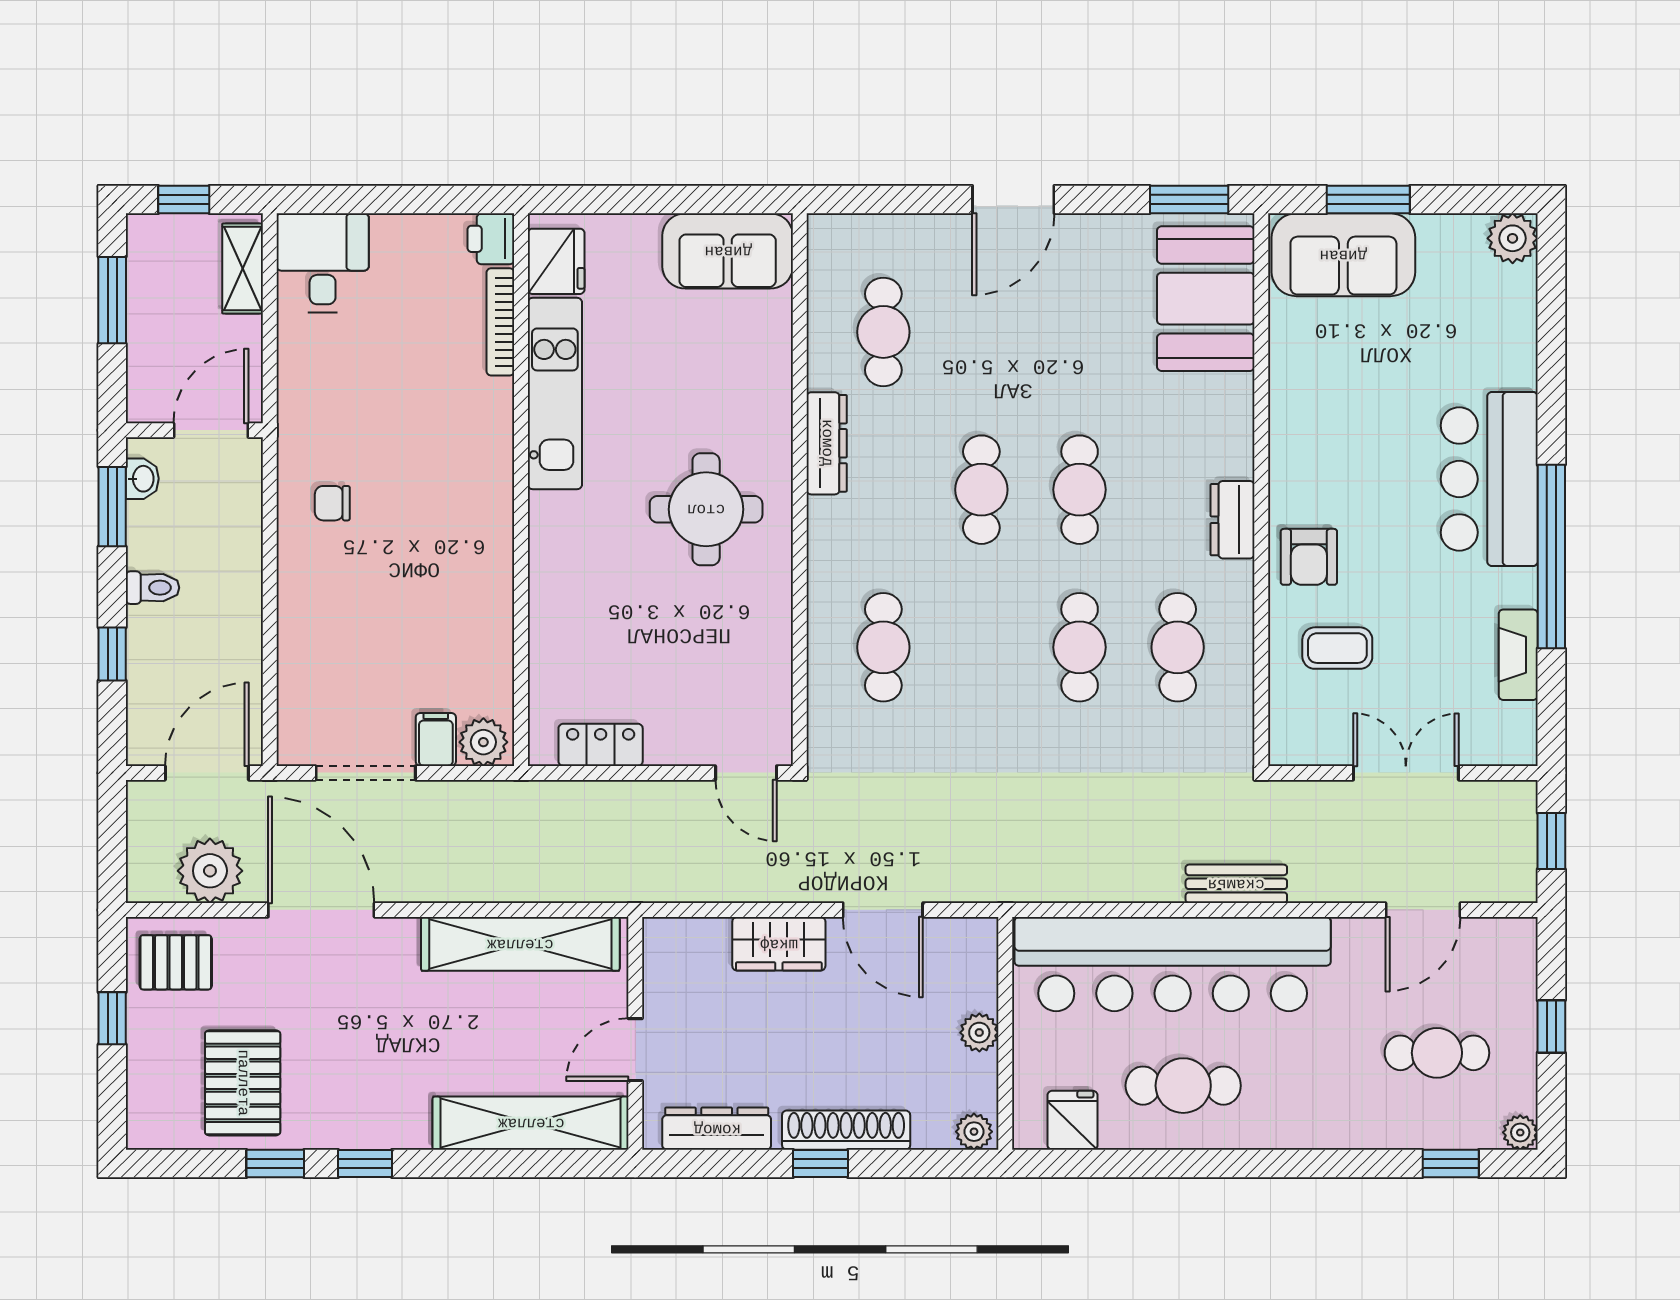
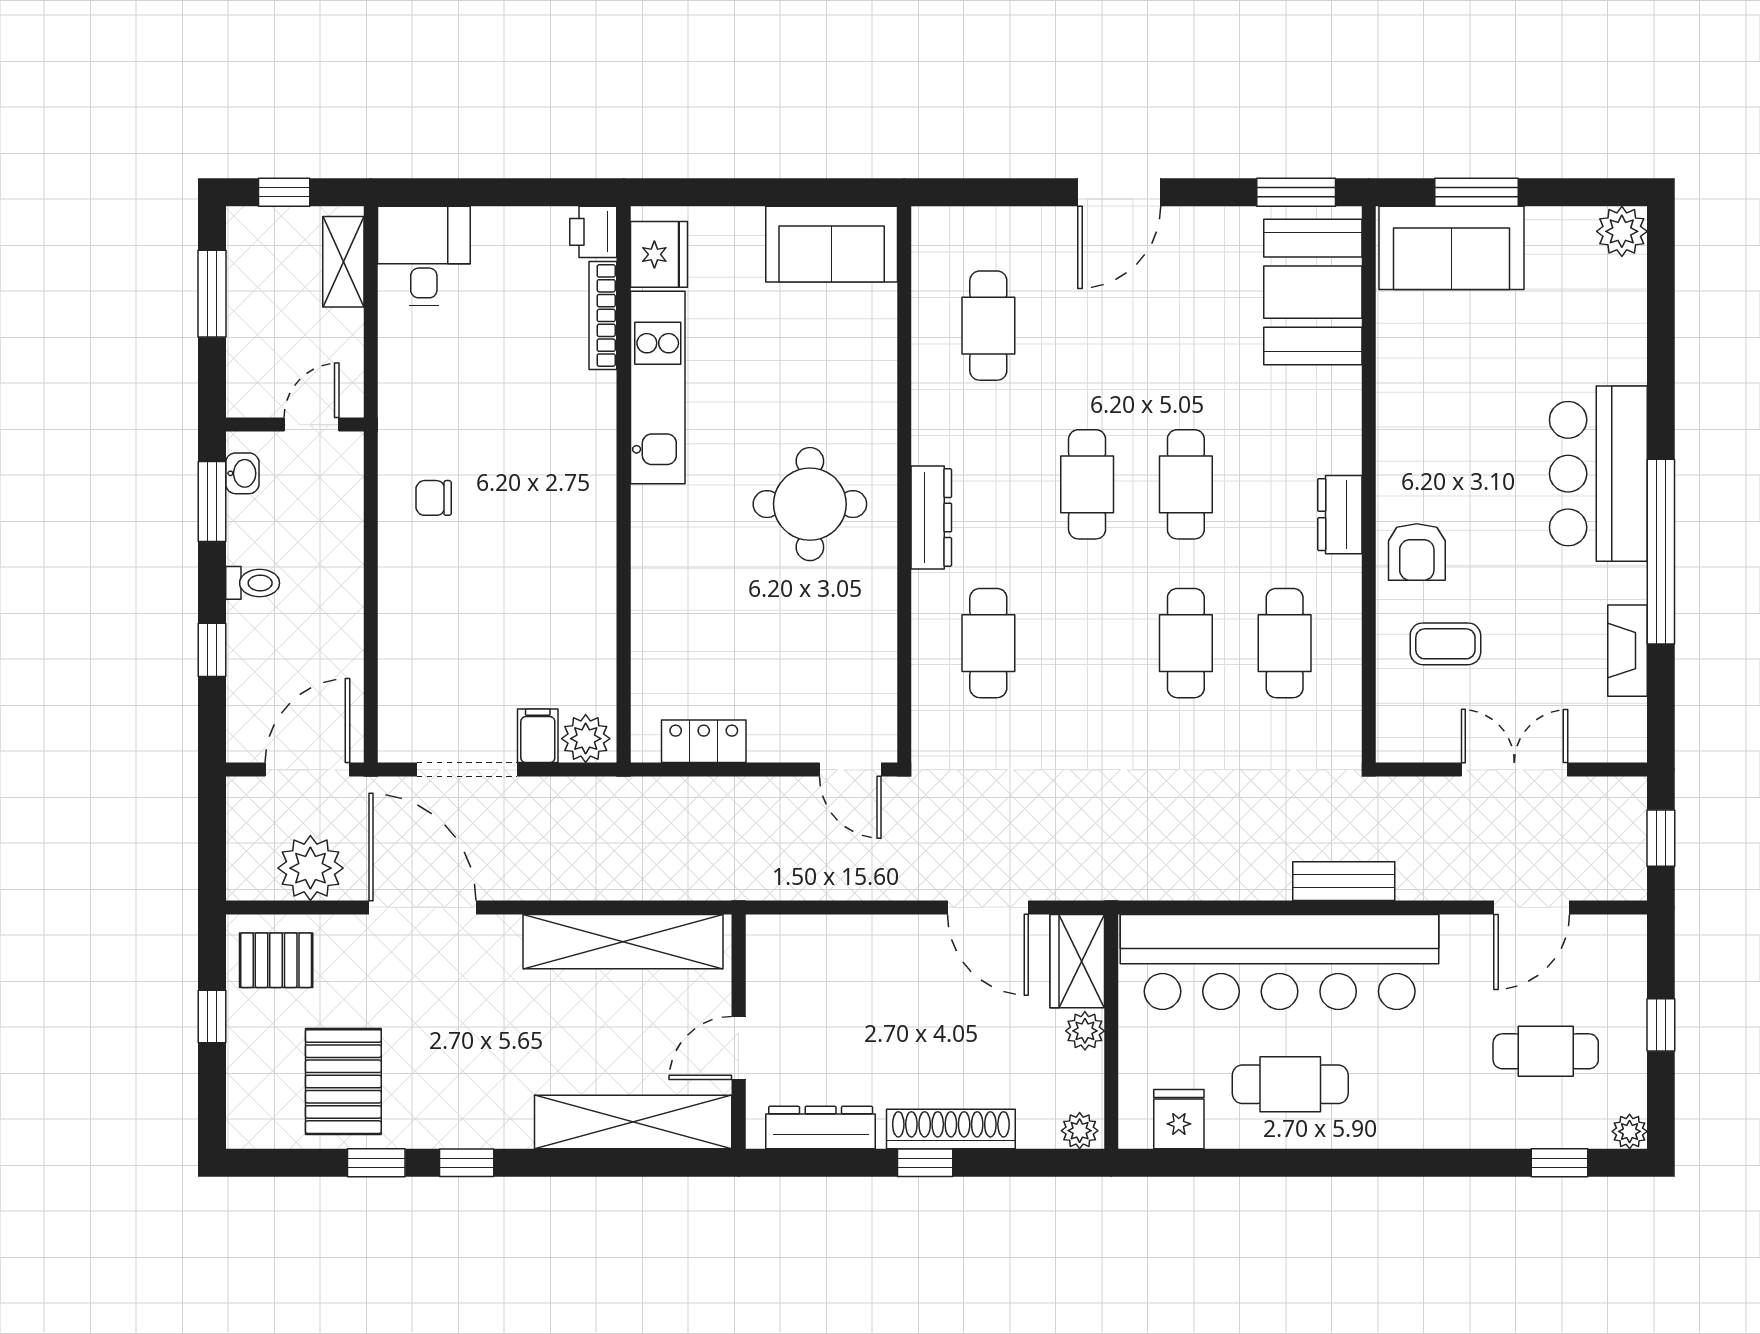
door: (211, 430) -> (311, 425), width x0.73
dresser: (827, 443) -> (931, 518), moved
wardrobe: (779, 944) -> (1077, 961), moved, turned 90

